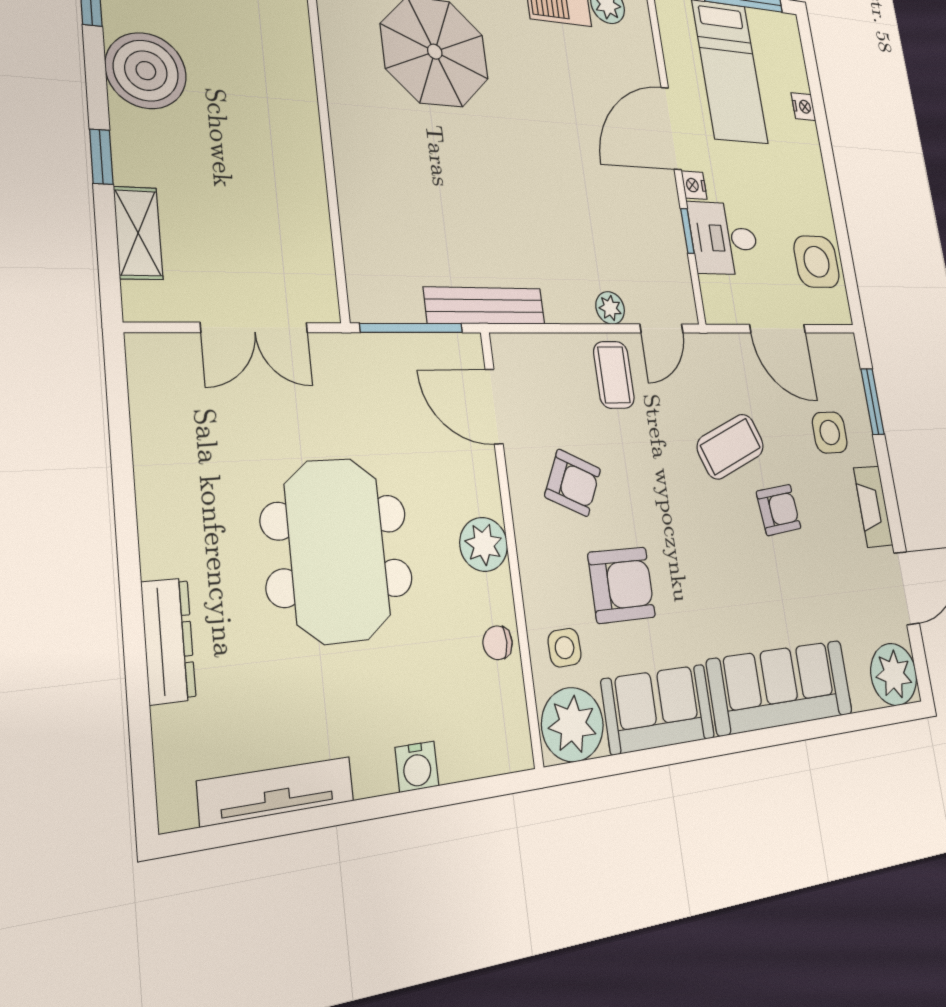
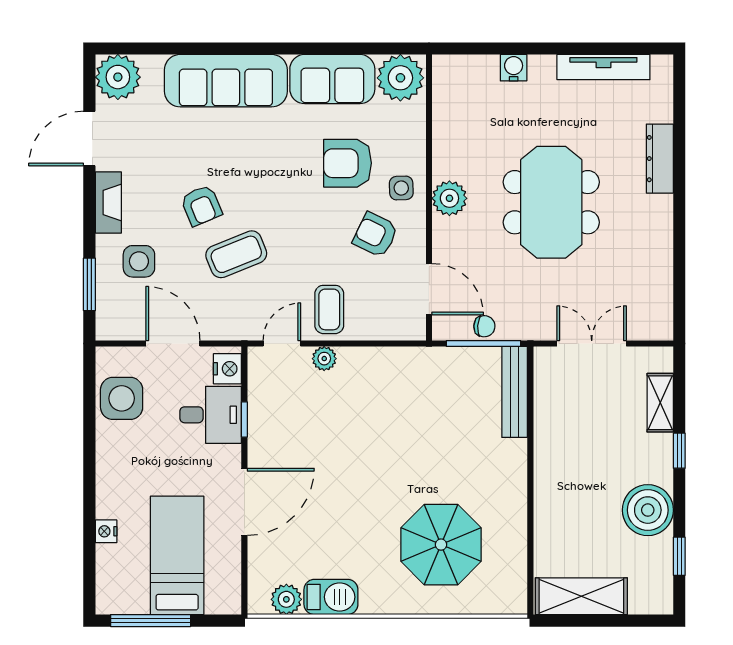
nightstand: (694, 185) -> (227, 369), moved, width x1.39, depth x1.35
bench: (485, 306) -> (515, 392), moved, turned 90
armchair: (779, 510) -> (201, 206), turned -107
chair: (498, 643) -> (484, 326), moved
side table: (565, 648) -> (401, 188), moved

